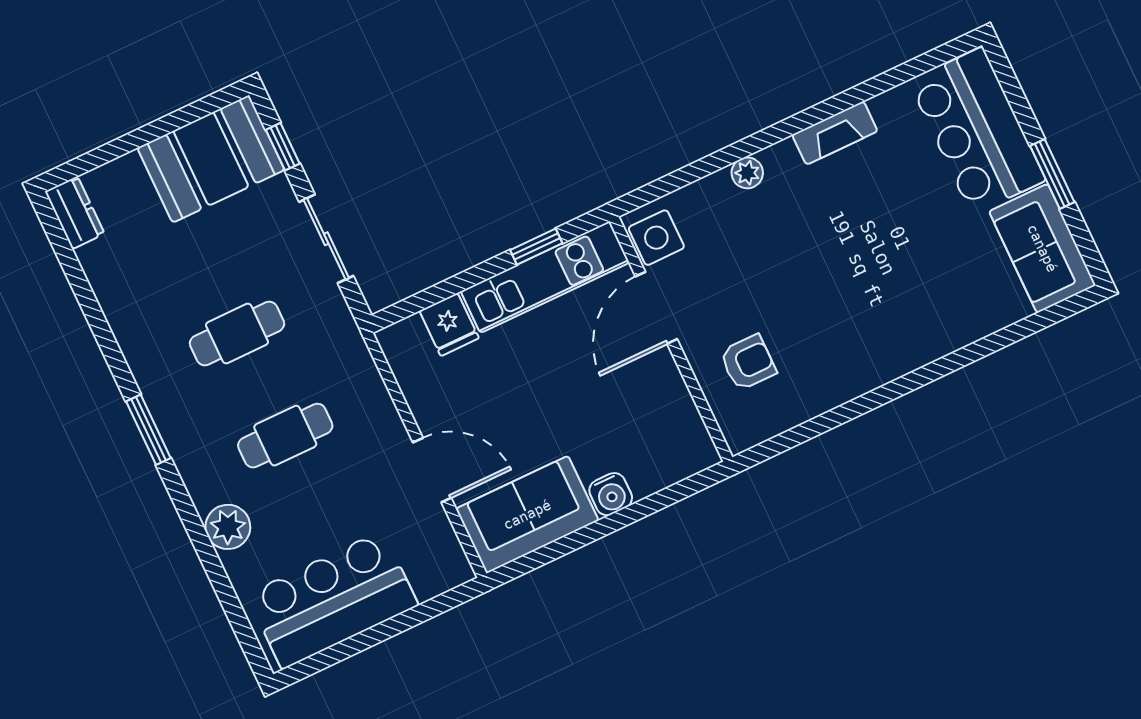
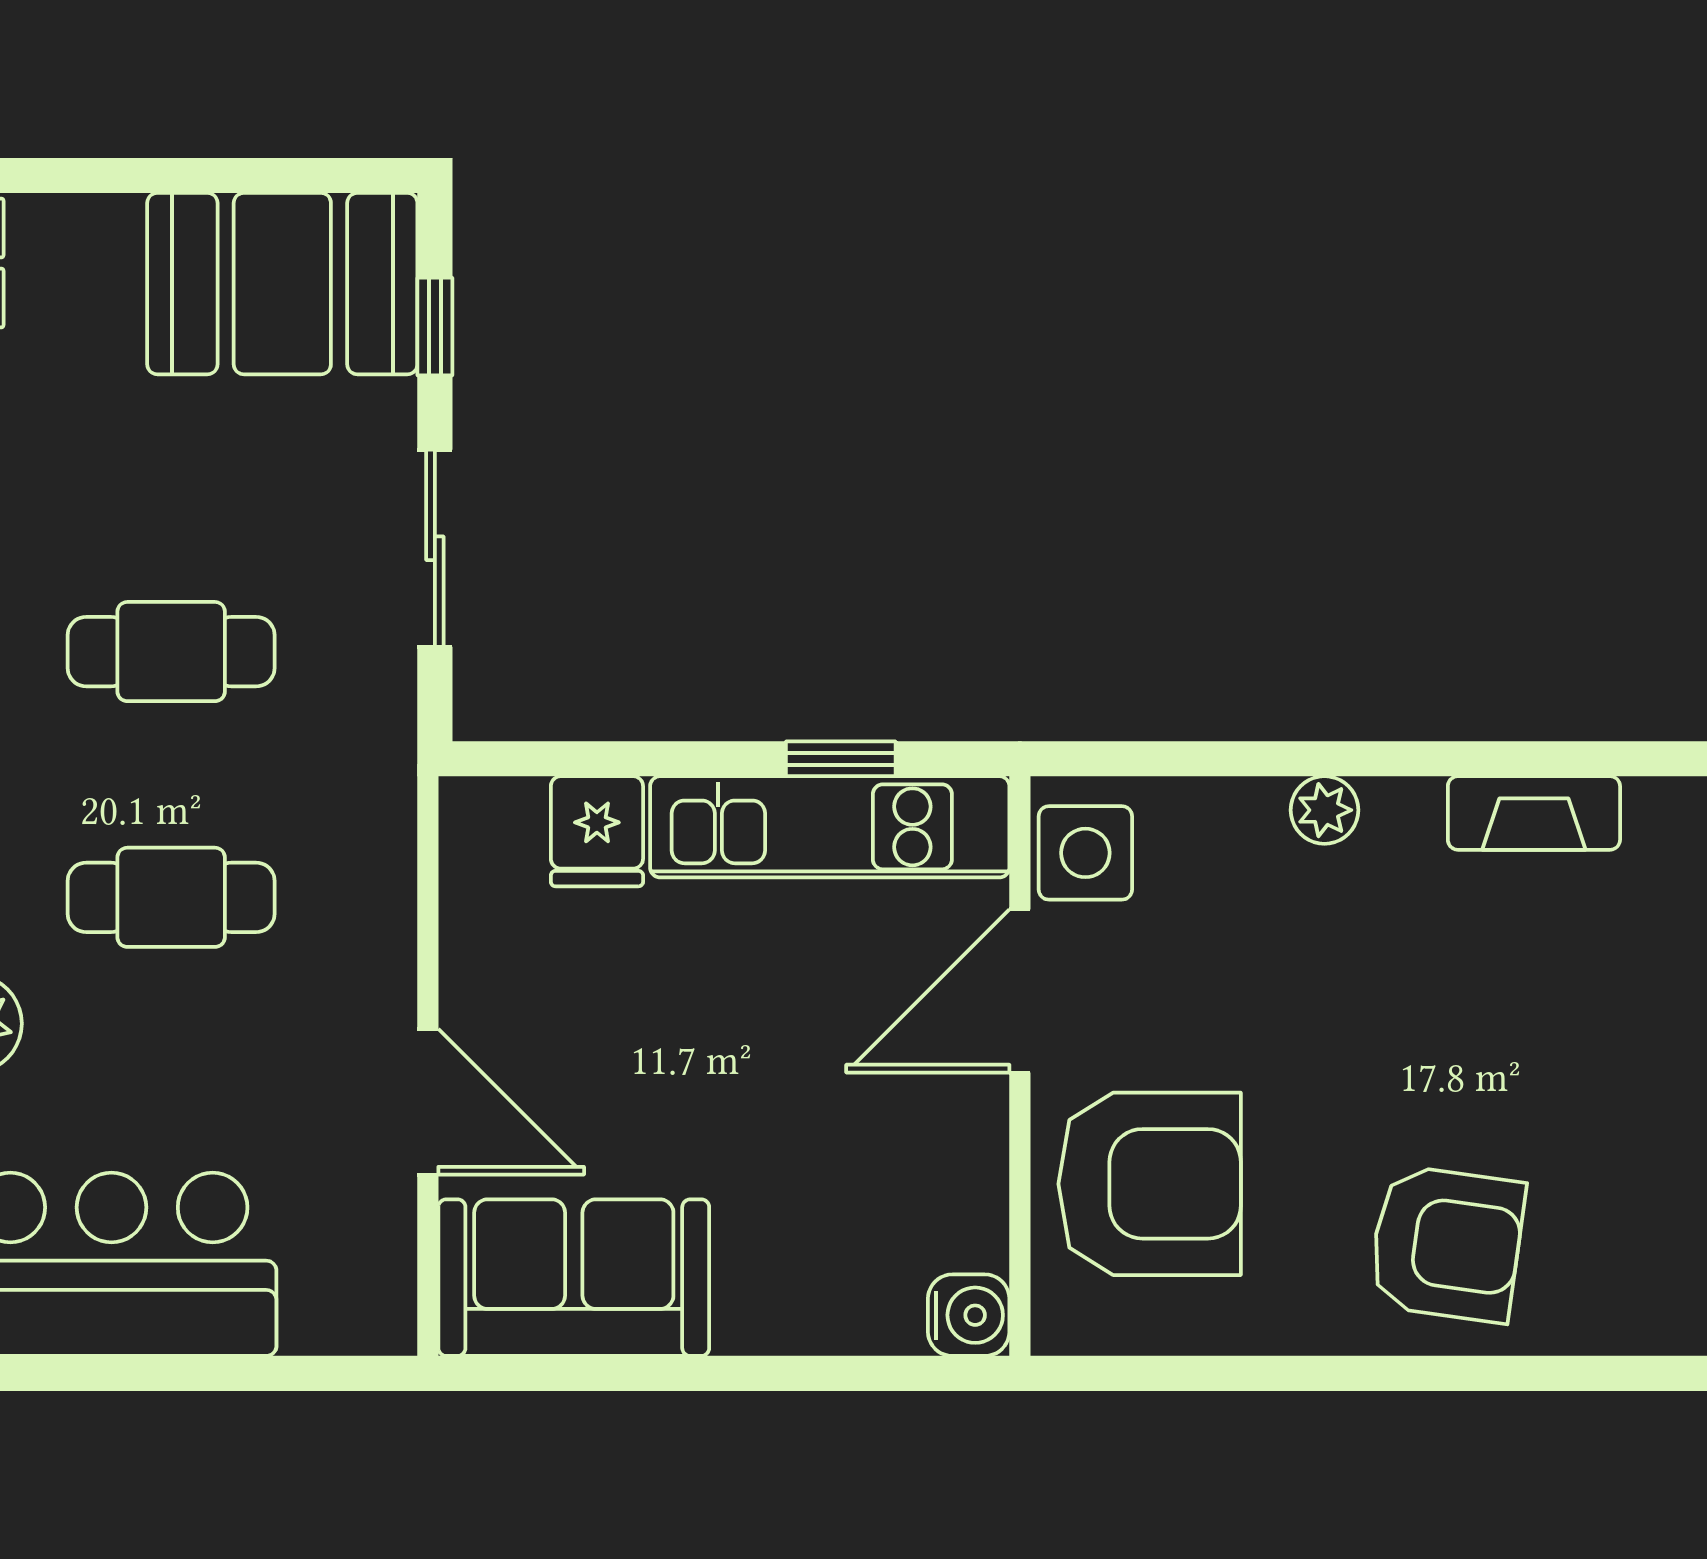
armchair: (883, 329) -> (1447, 1244), added
armchair: (748, 362) -> (1150, 1184), width x1.88, depth x1.88
water cooler: (611, 494) -> (969, 1315), moved, turned -90

